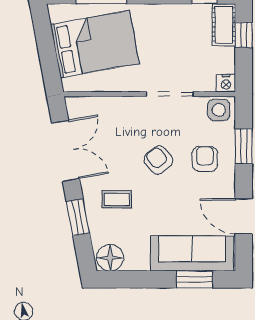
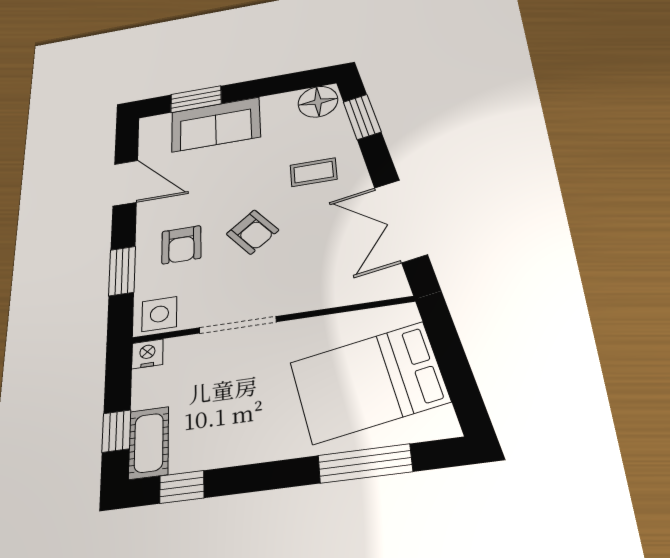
window: (78, 217) -> (362, 117), moved
sofa: (192, 254) -> (216, 124), width x0.73

